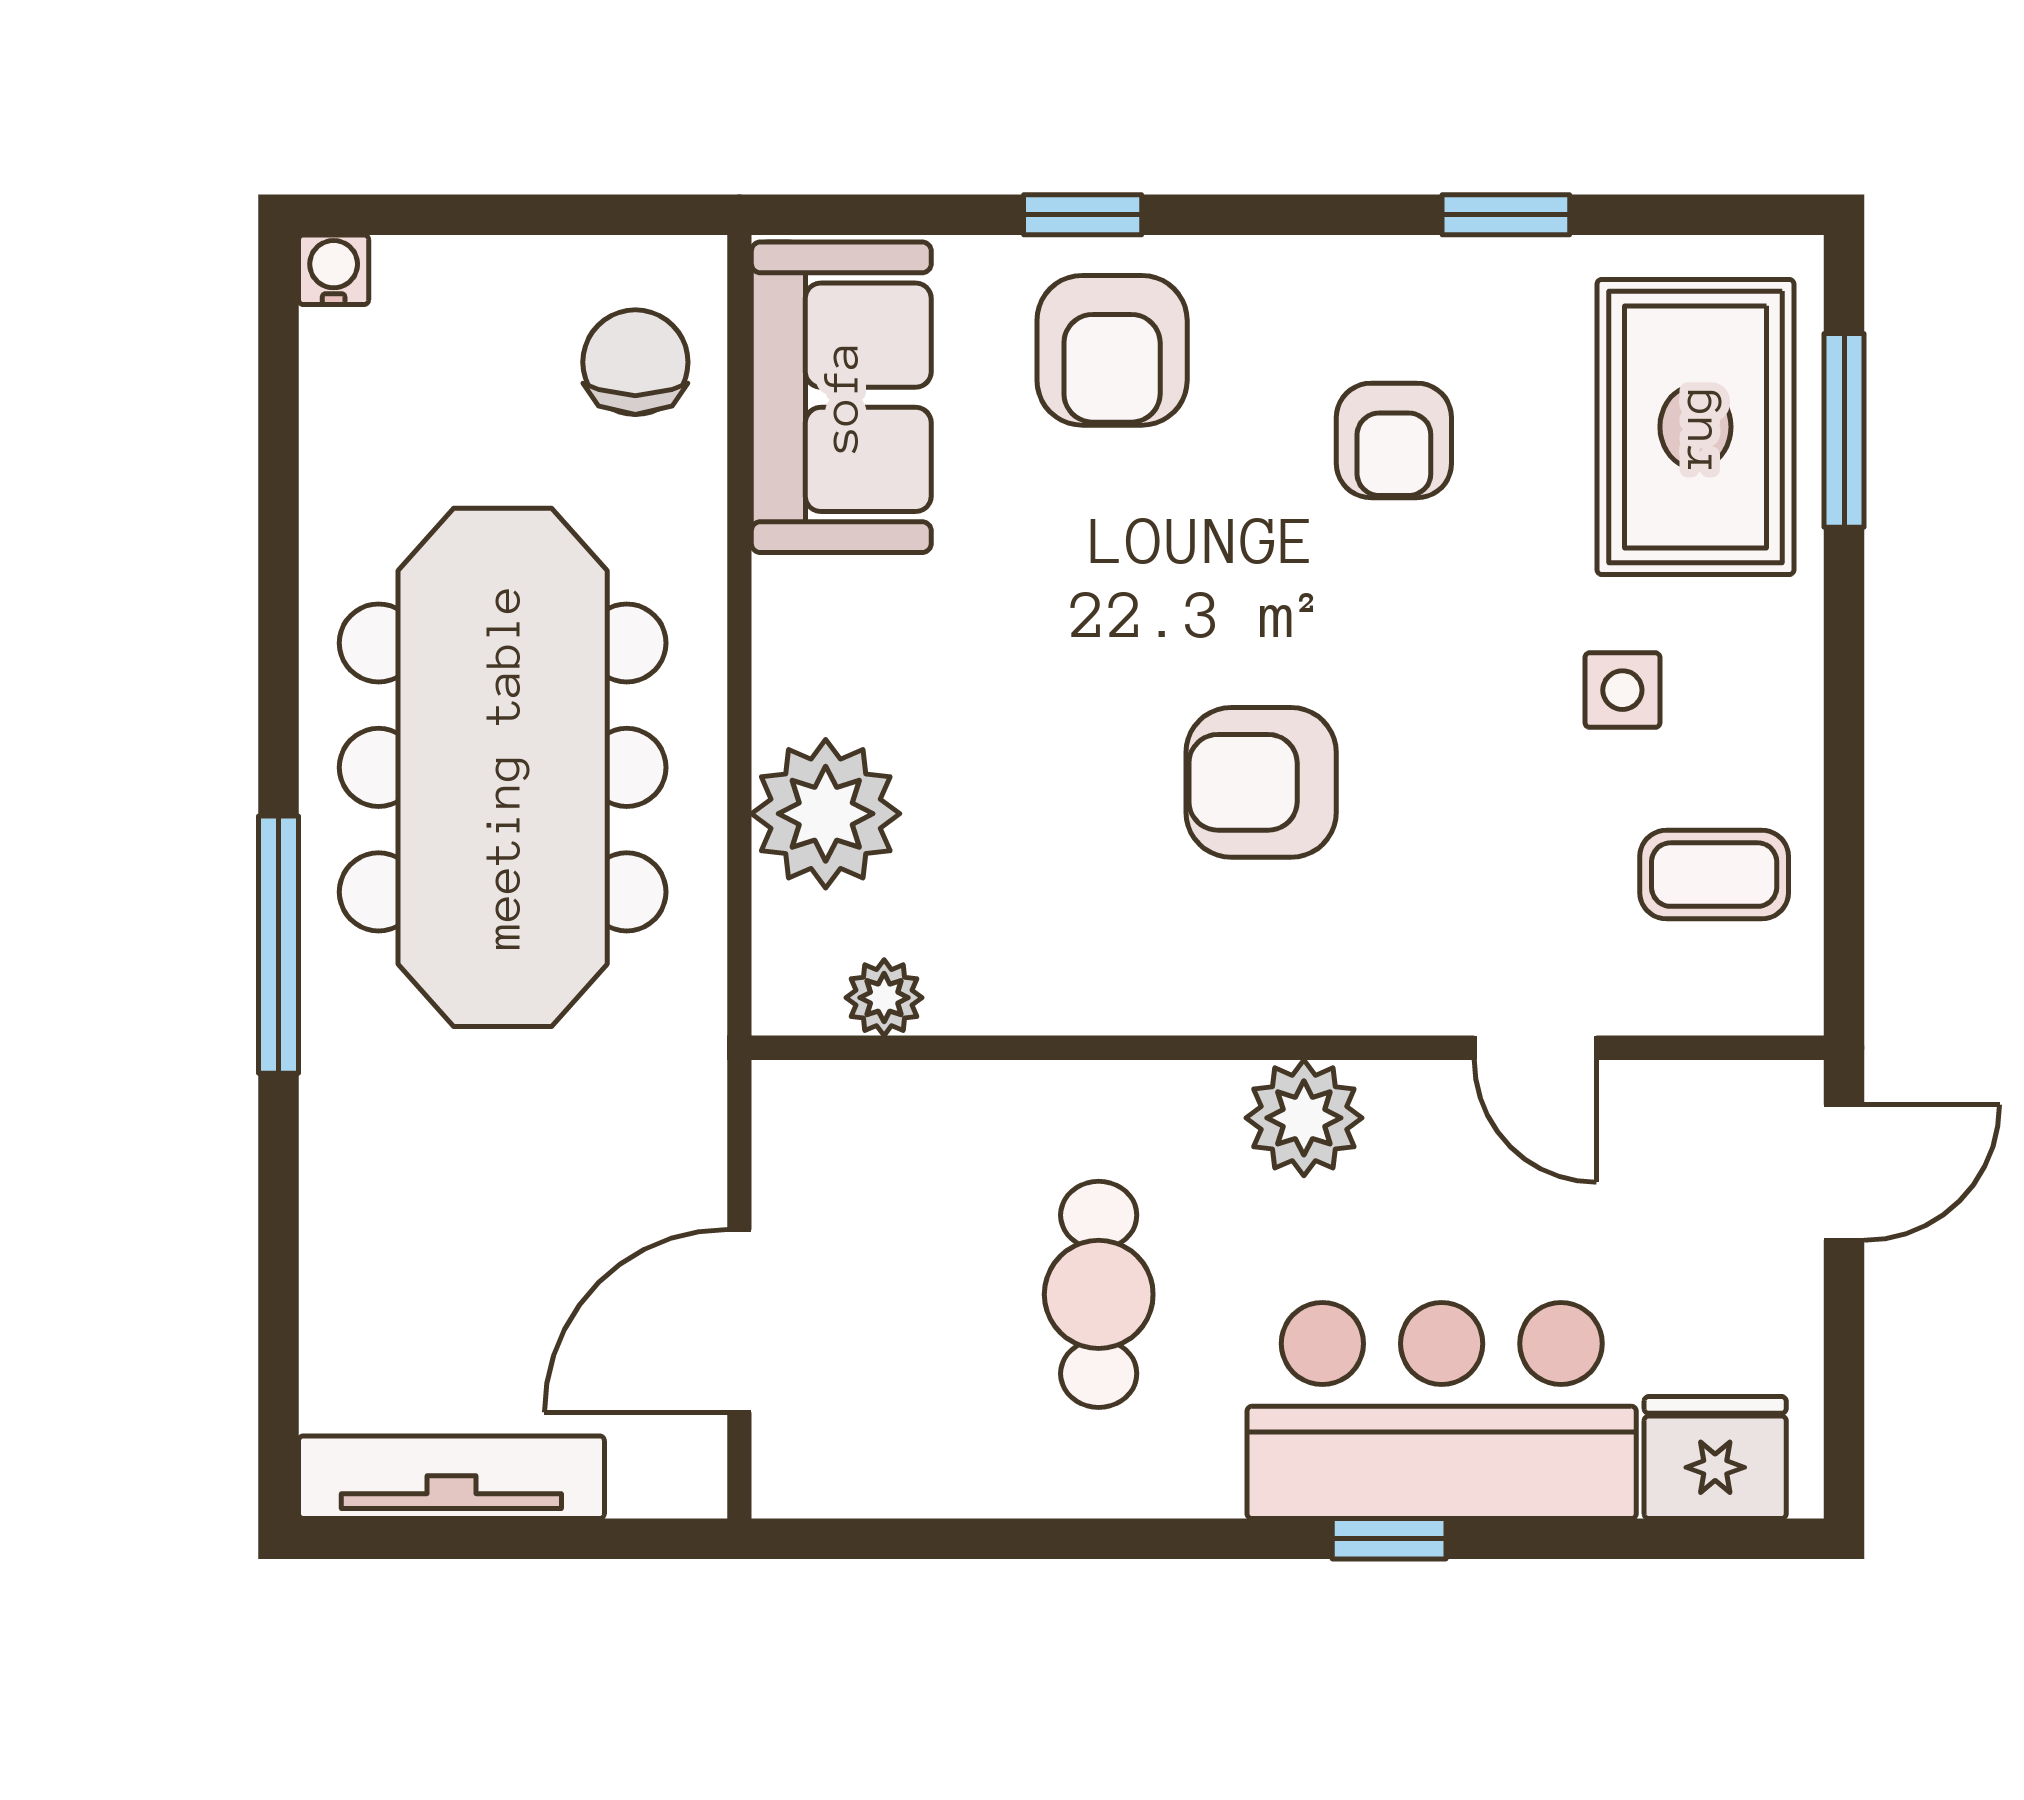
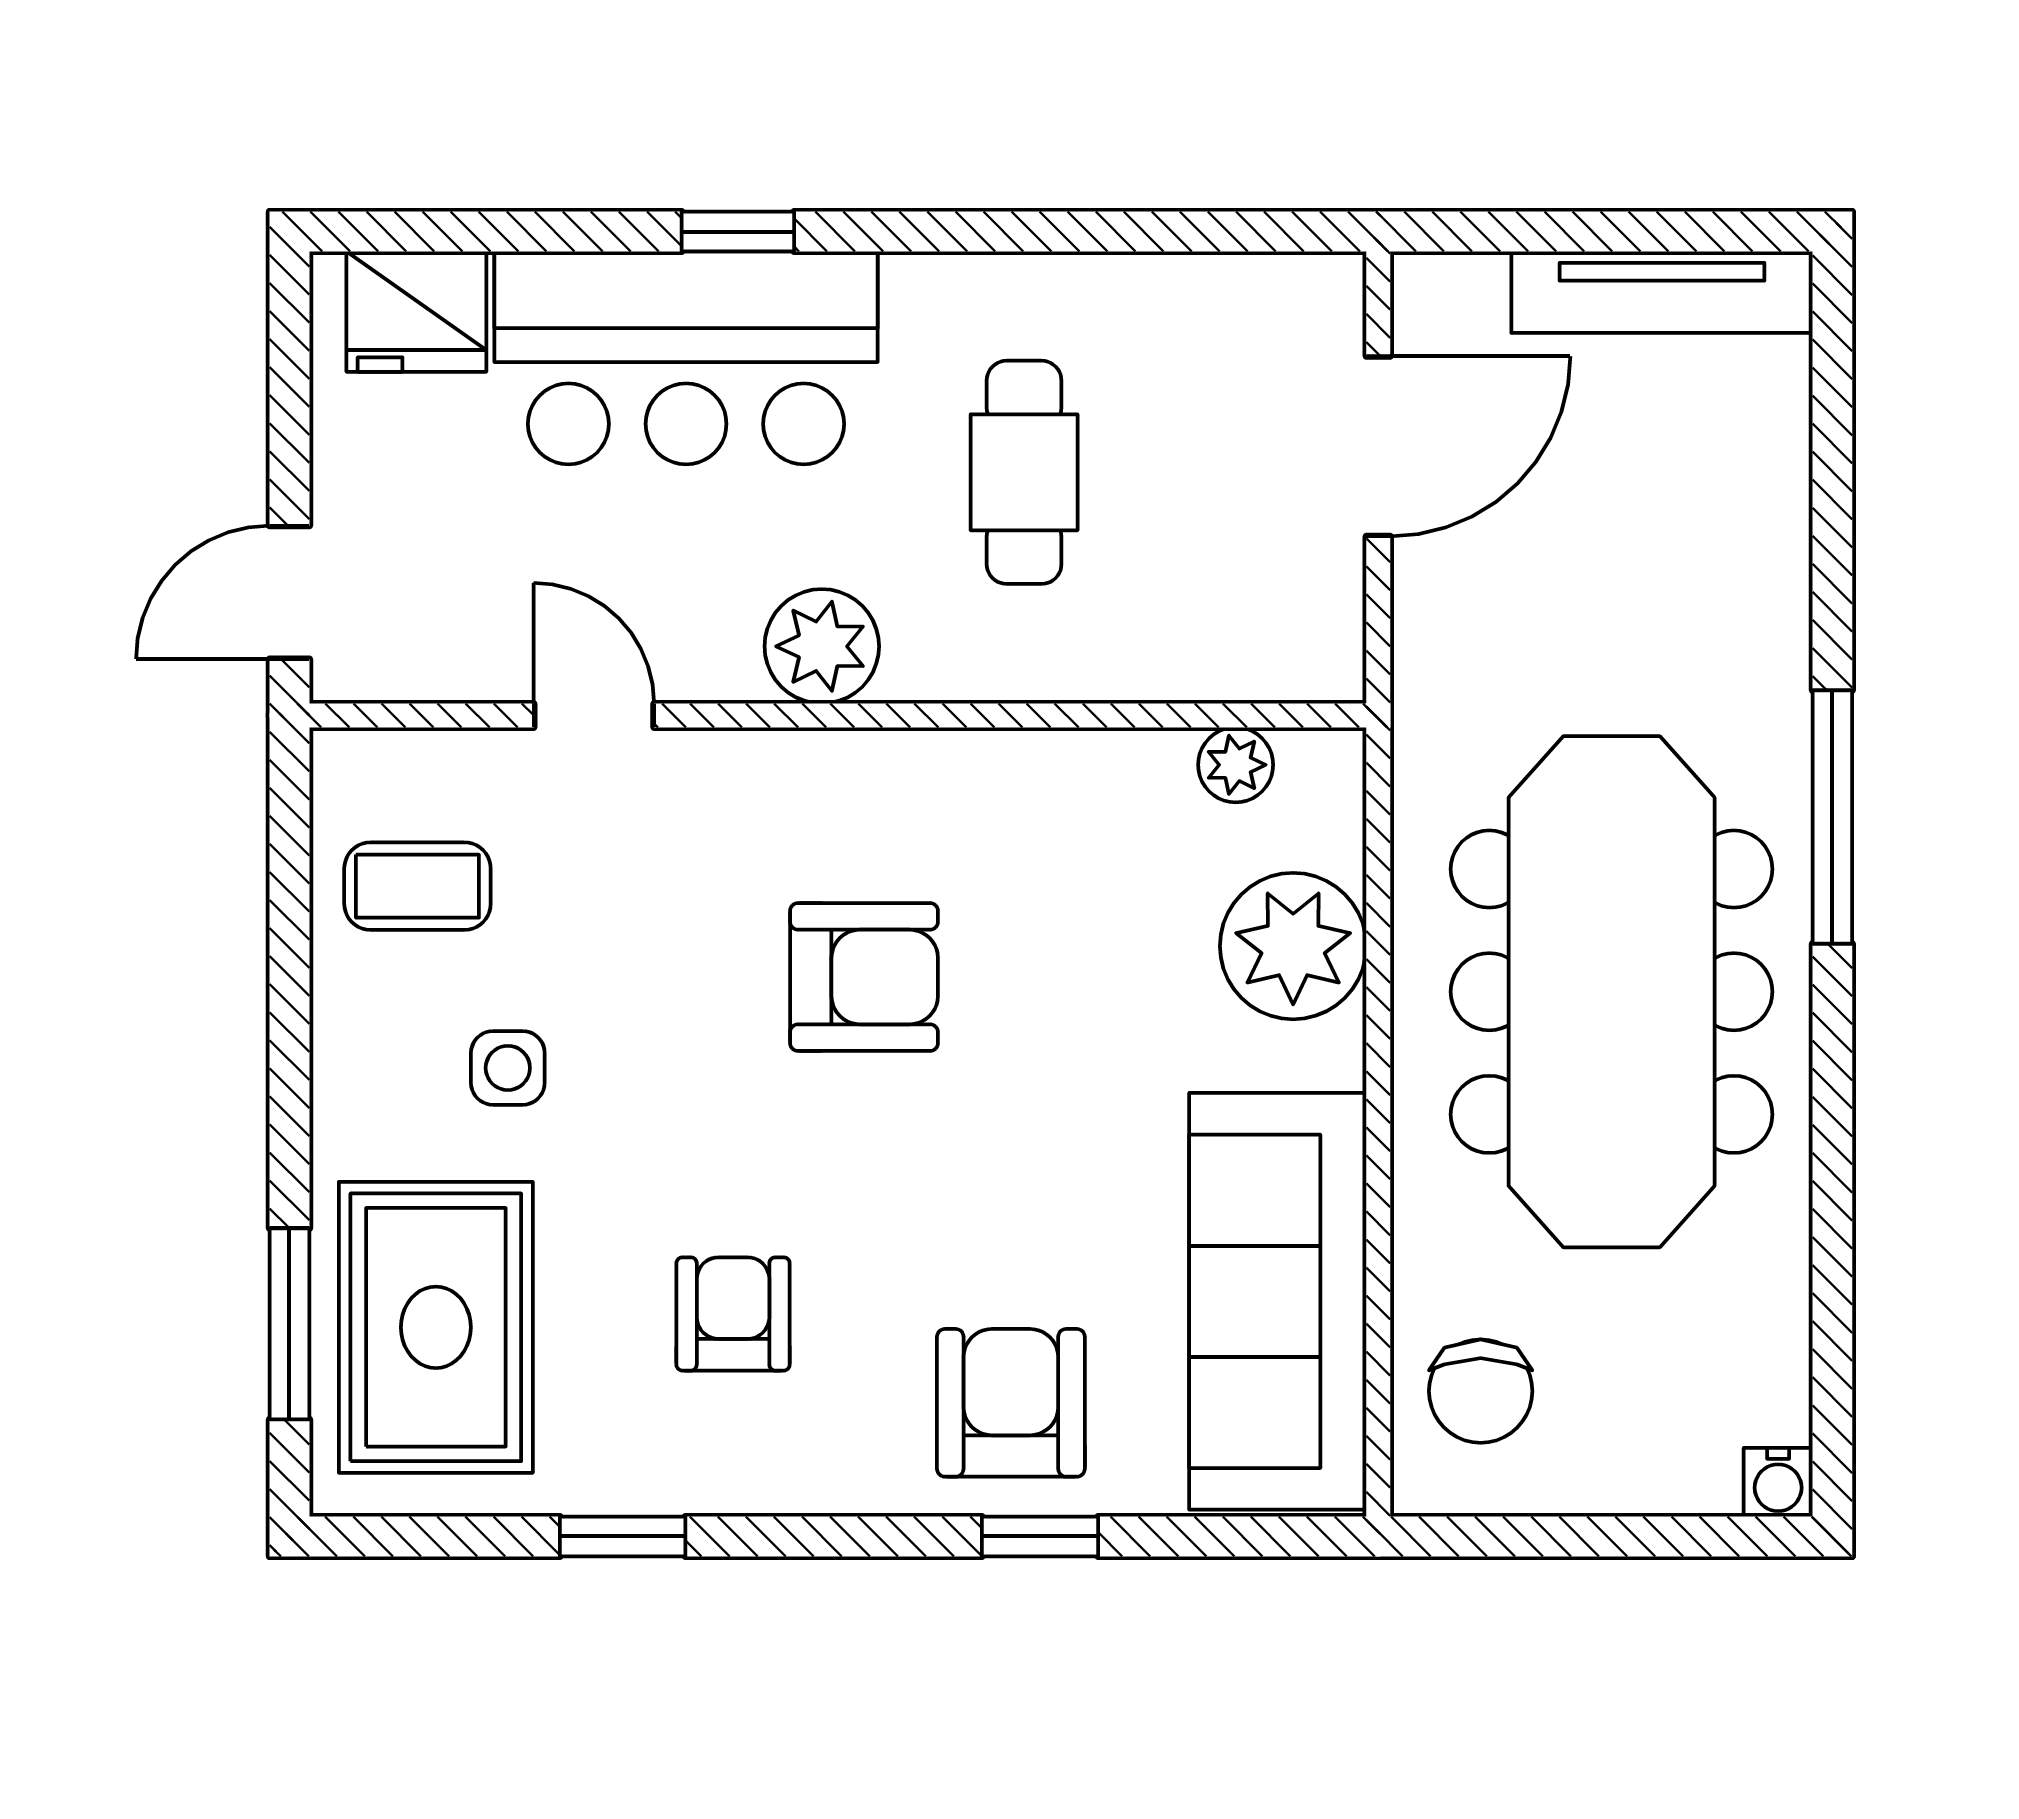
sofa: (841, 397) -> (1278, 1301), width x1.36

